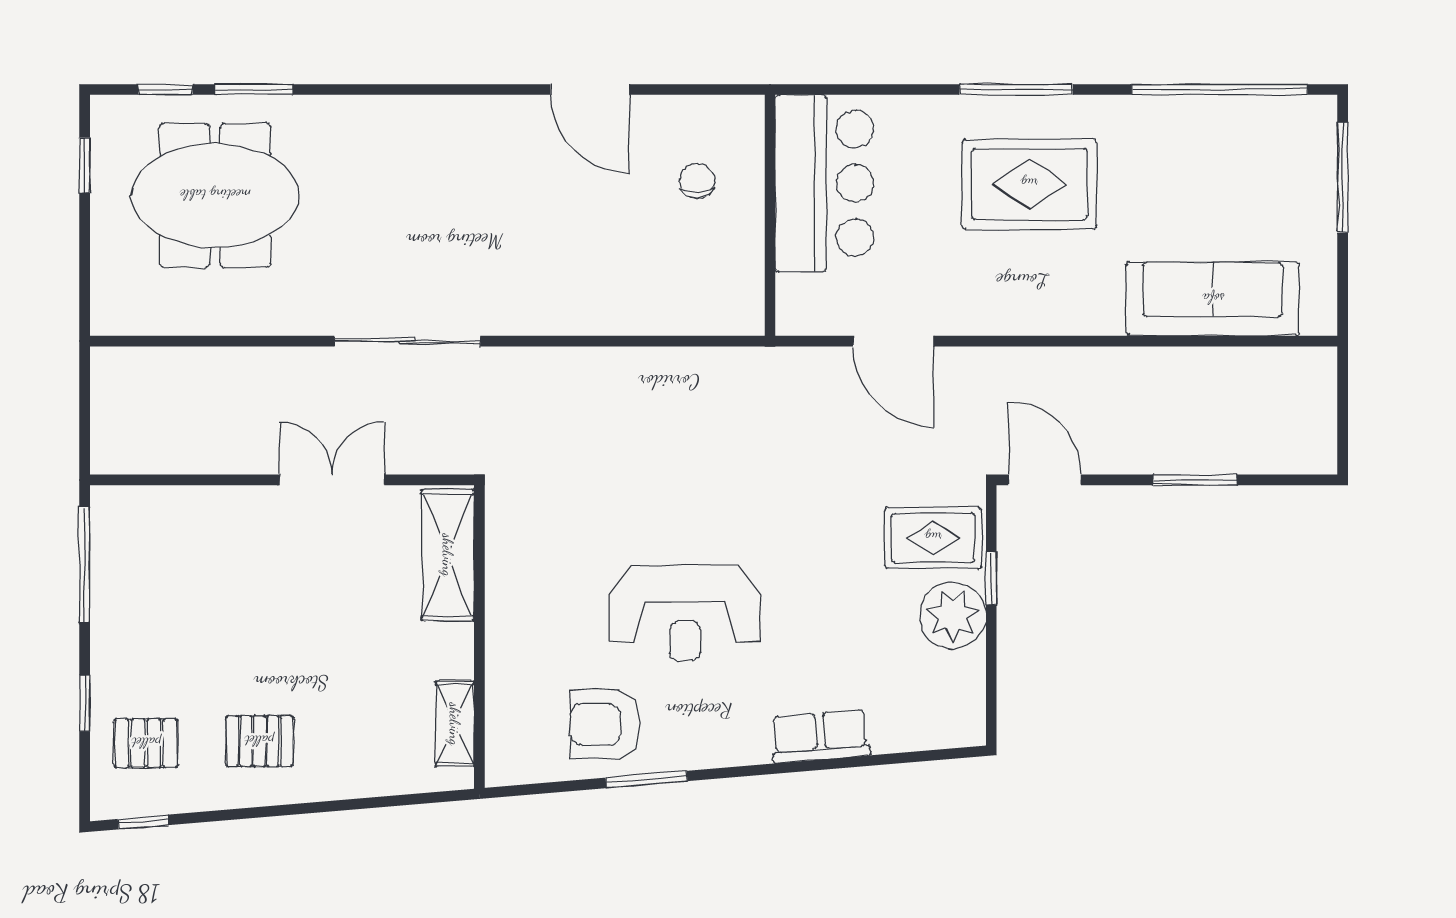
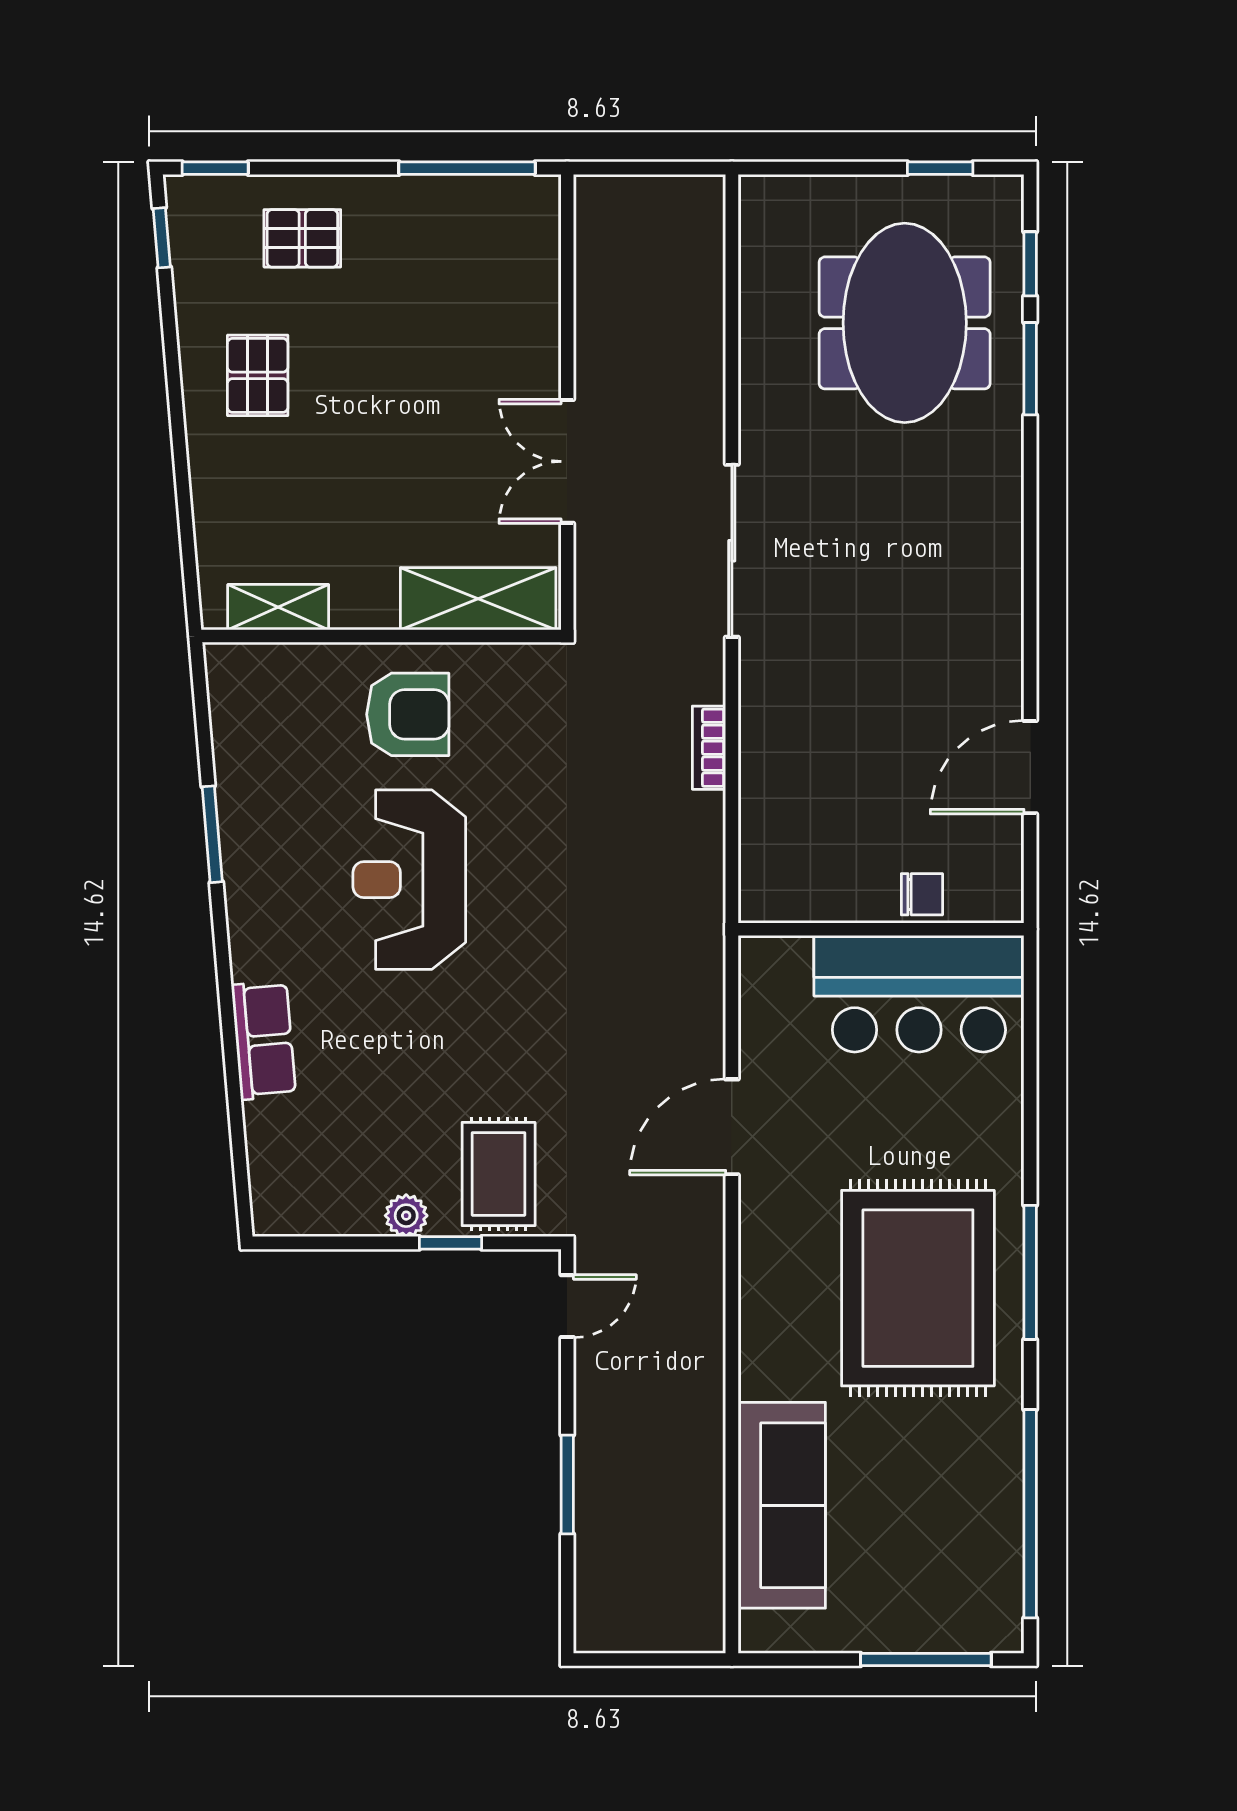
bar counter: (824, 183) -> (919, 994), moved
rug: (1029, 184) -> (918, 1288), width x1.37, depth x1.44
wall: (770, 215) -> (881, 929), moved
bookcase: (574, 360) -> (709, 748), added
double door: (332, 480) -> (567, 461), swing flipped
door: (1045, 480) -> (567, 1306), width x0.73
plant: (953, 616) -> (406, 1216), width x0.53, depth x0.53
window: (85, 703) -> (215, 168), moved
armchair: (605, 724) -> (408, 714), moved, turned 90
pallet: (146, 743) -> (302, 238), moved, turned 90

